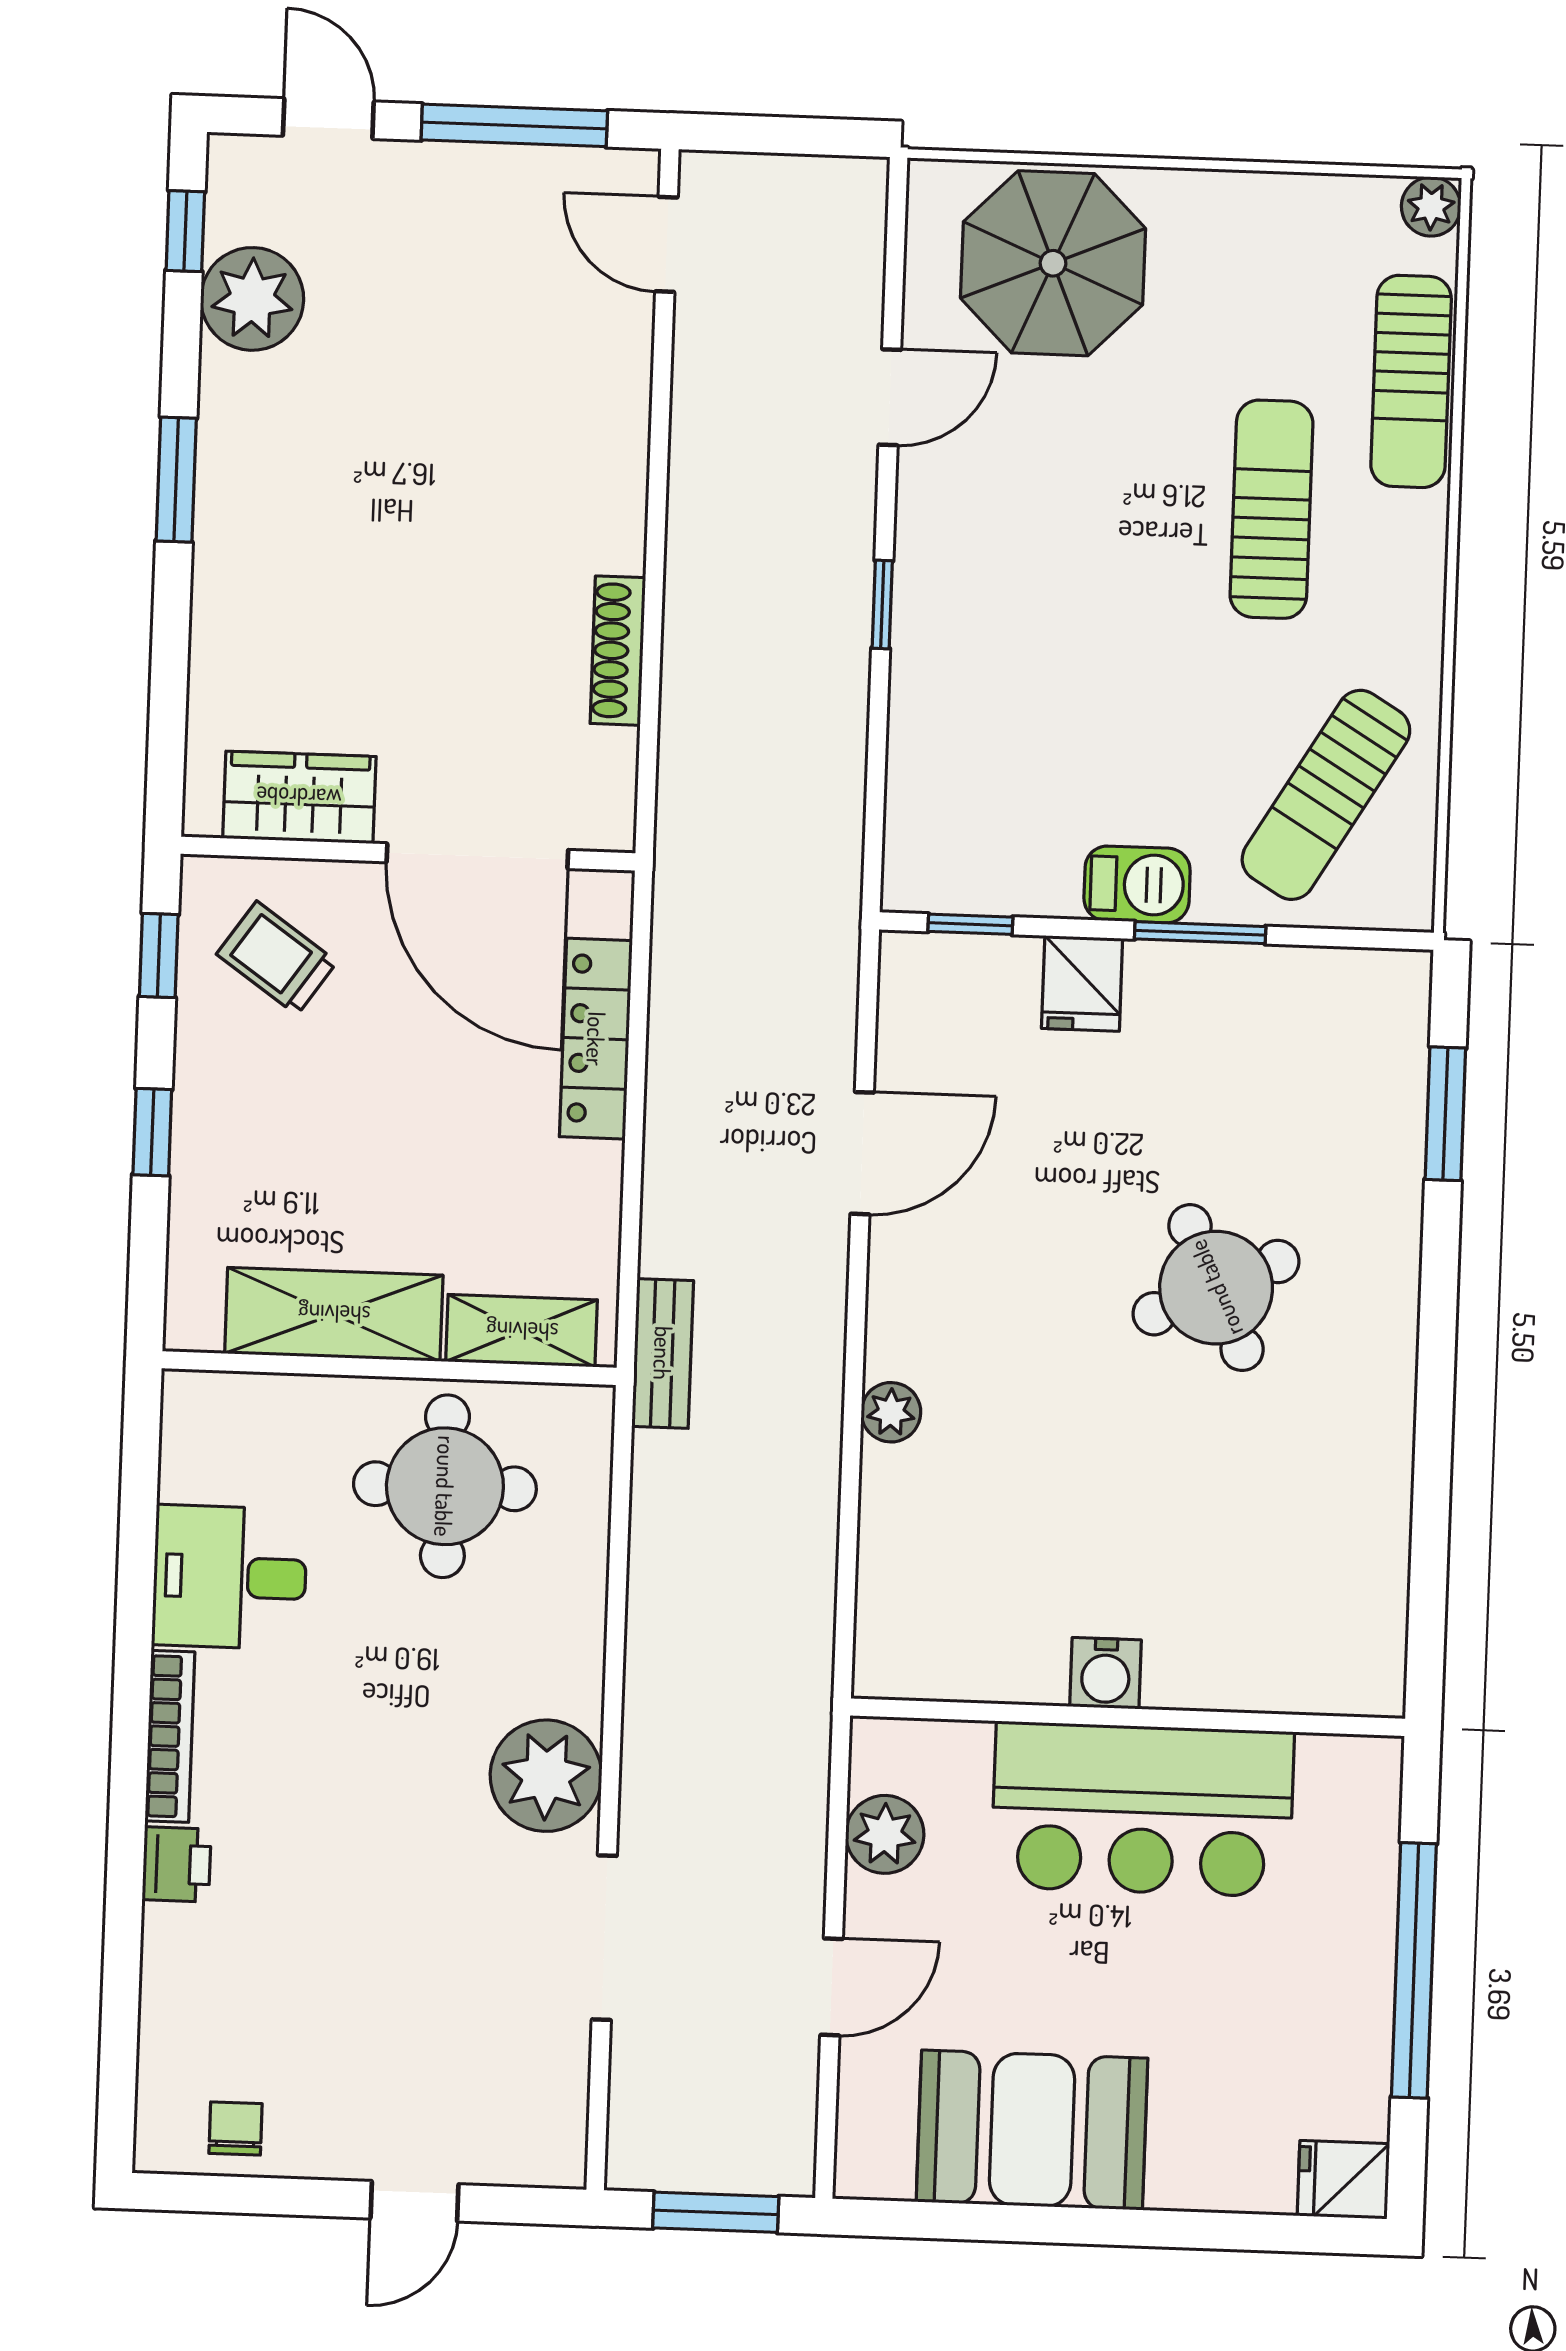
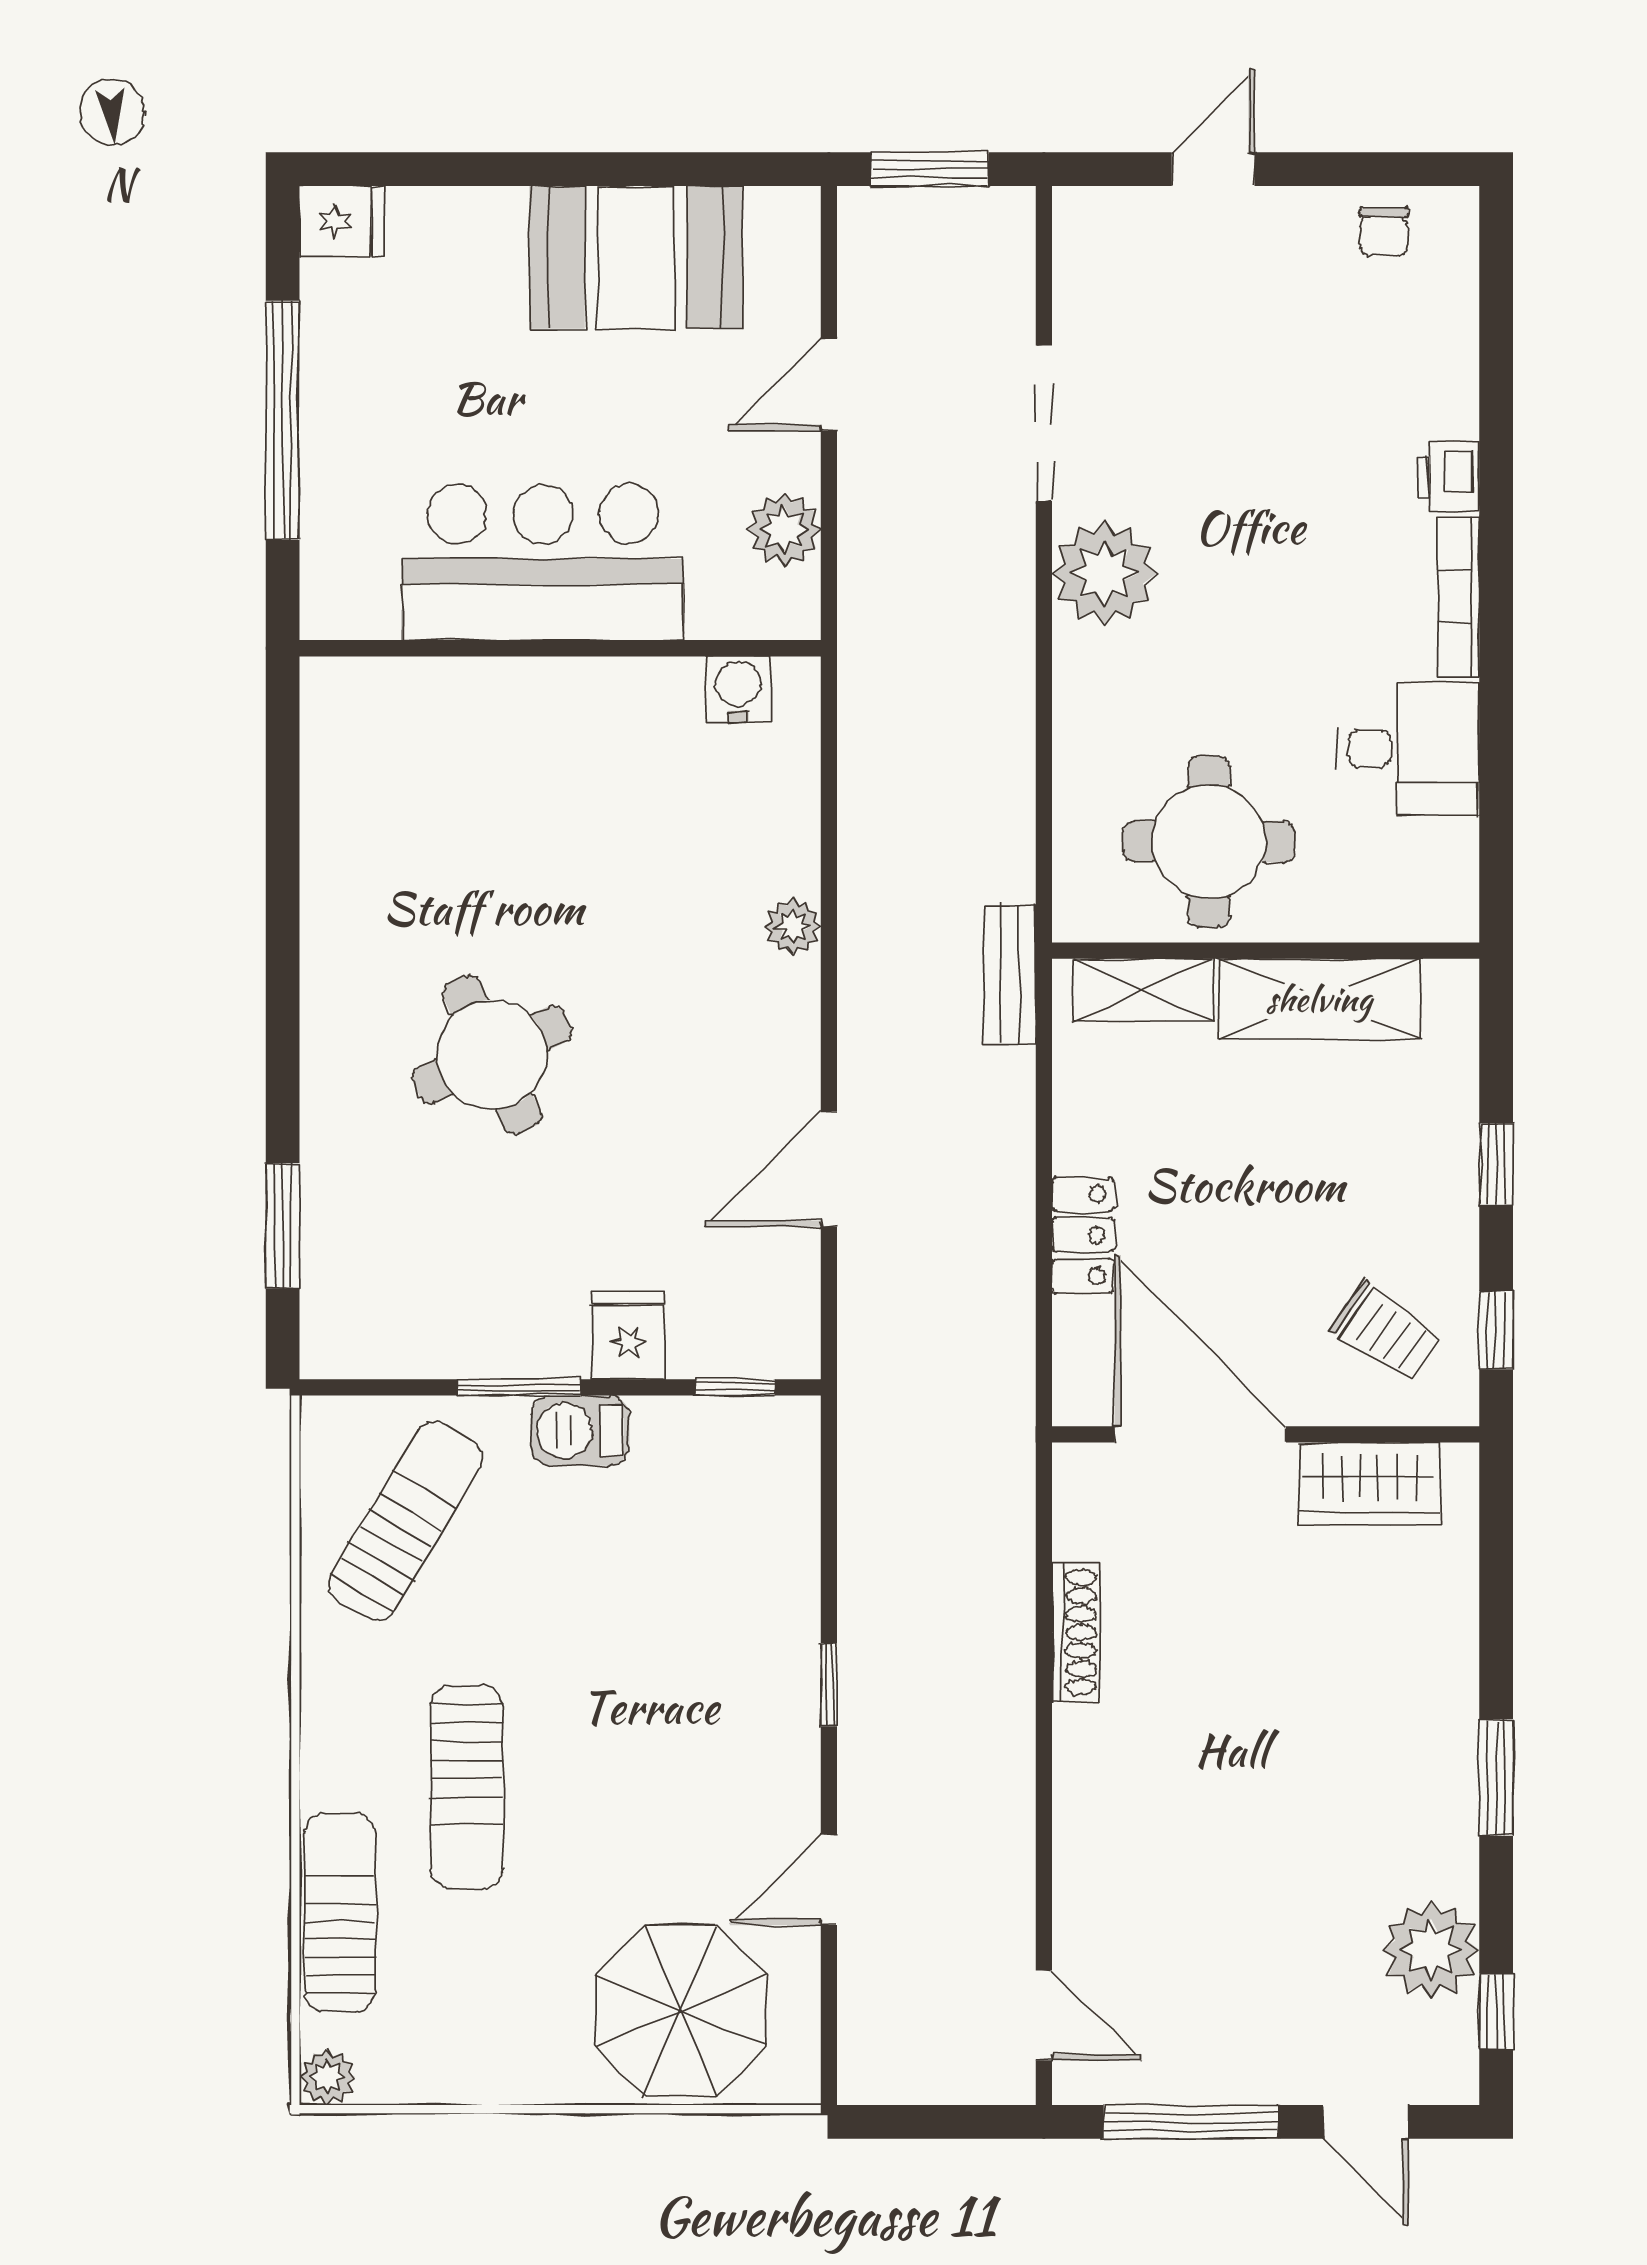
locker: (596, 1039) -> (1083, 1235), width x0.66
water cooler: (1106, 1673) -> (738, 689), moved

